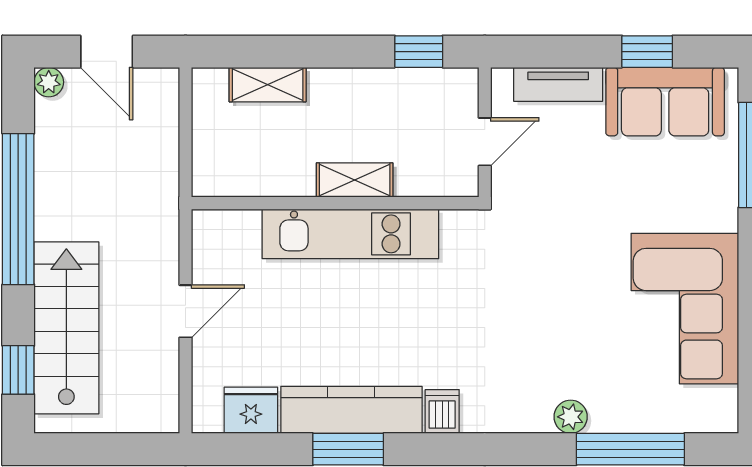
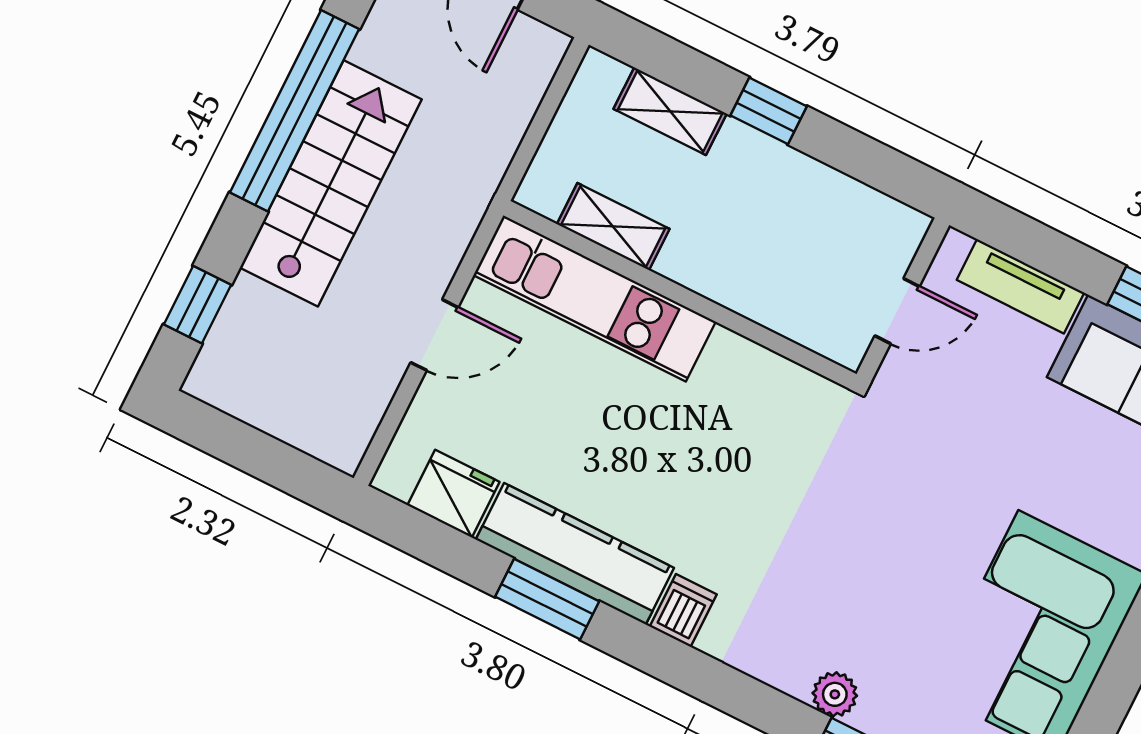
window: (419, 52) -> (769, 111), moved
shelving: (355, 180) -> (613, 227), moved
kitchen unit: (350, 234) -> (595, 298), moved
stairs: (66, 328) -> (331, 183), moved

